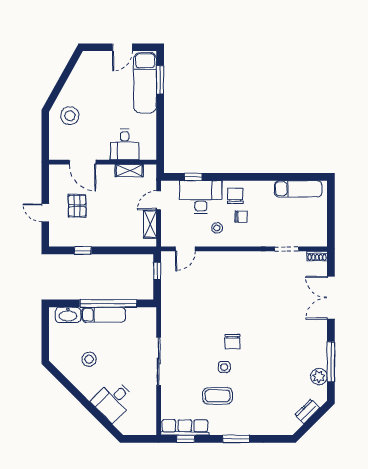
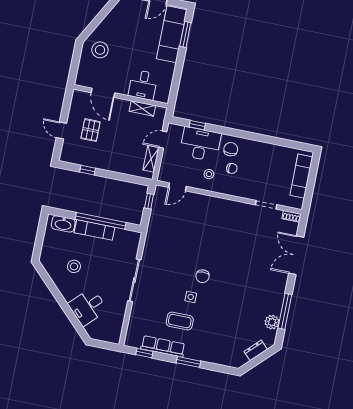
exam couch: (298, 189) -> (301, 176), moved, turned 90
row of seats: (185, 427) -> (163, 346), moved

